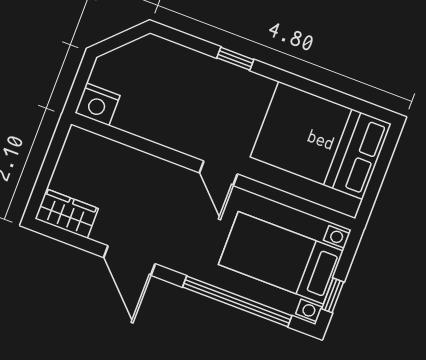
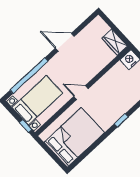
wardrobe: (67, 214) -> (115, 42), moved, turned 90
window: (333, 295) -> (26, 126), moved

